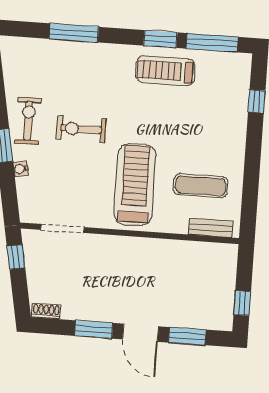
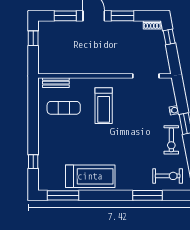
window: (160, 39) -> (95, 195), removed
treadmill: (165, 71) -> (90, 176), width x1.37, depth x1.38
exercise bike: (81, 129) -> (168, 176), moved
treadmill: (135, 185) -> (104, 106), width x0.73, depth x0.73
window: (16, 257) -> (169, 37), moved

